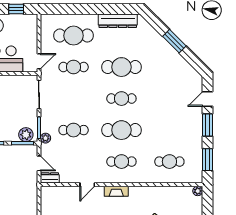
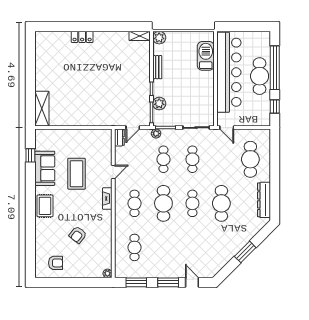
cafe table: (74, 67) -> (192, 159), moved
plant: (26, 135) -> (159, 104), moved
door: (87, 185) -> (113, 172), swing flipped

